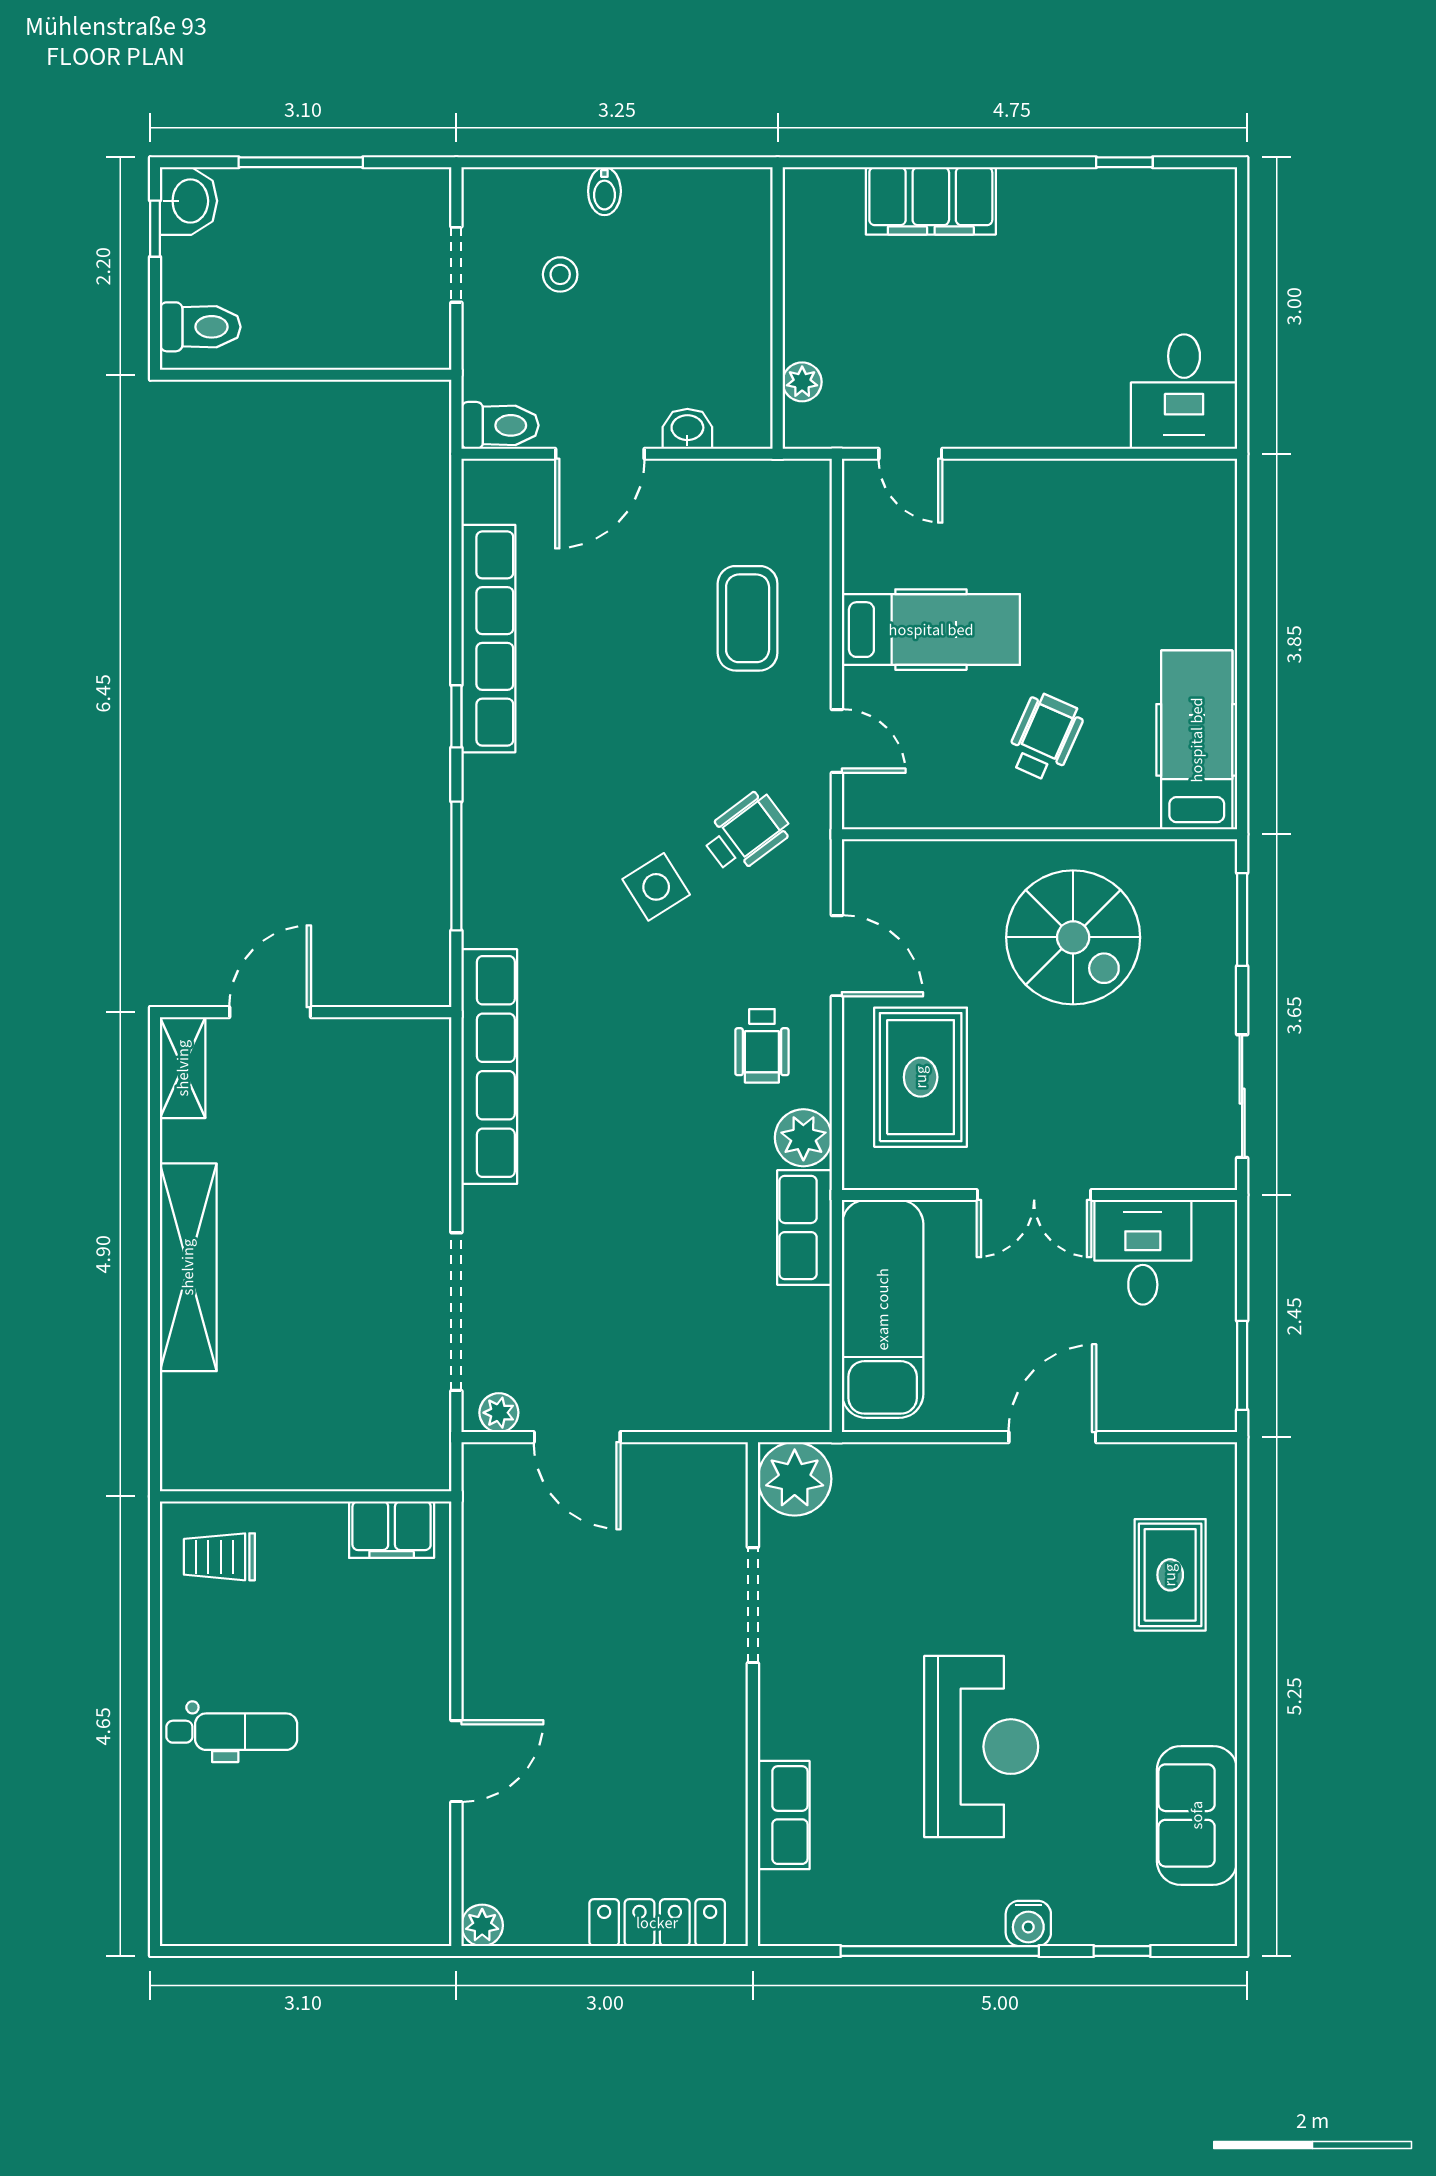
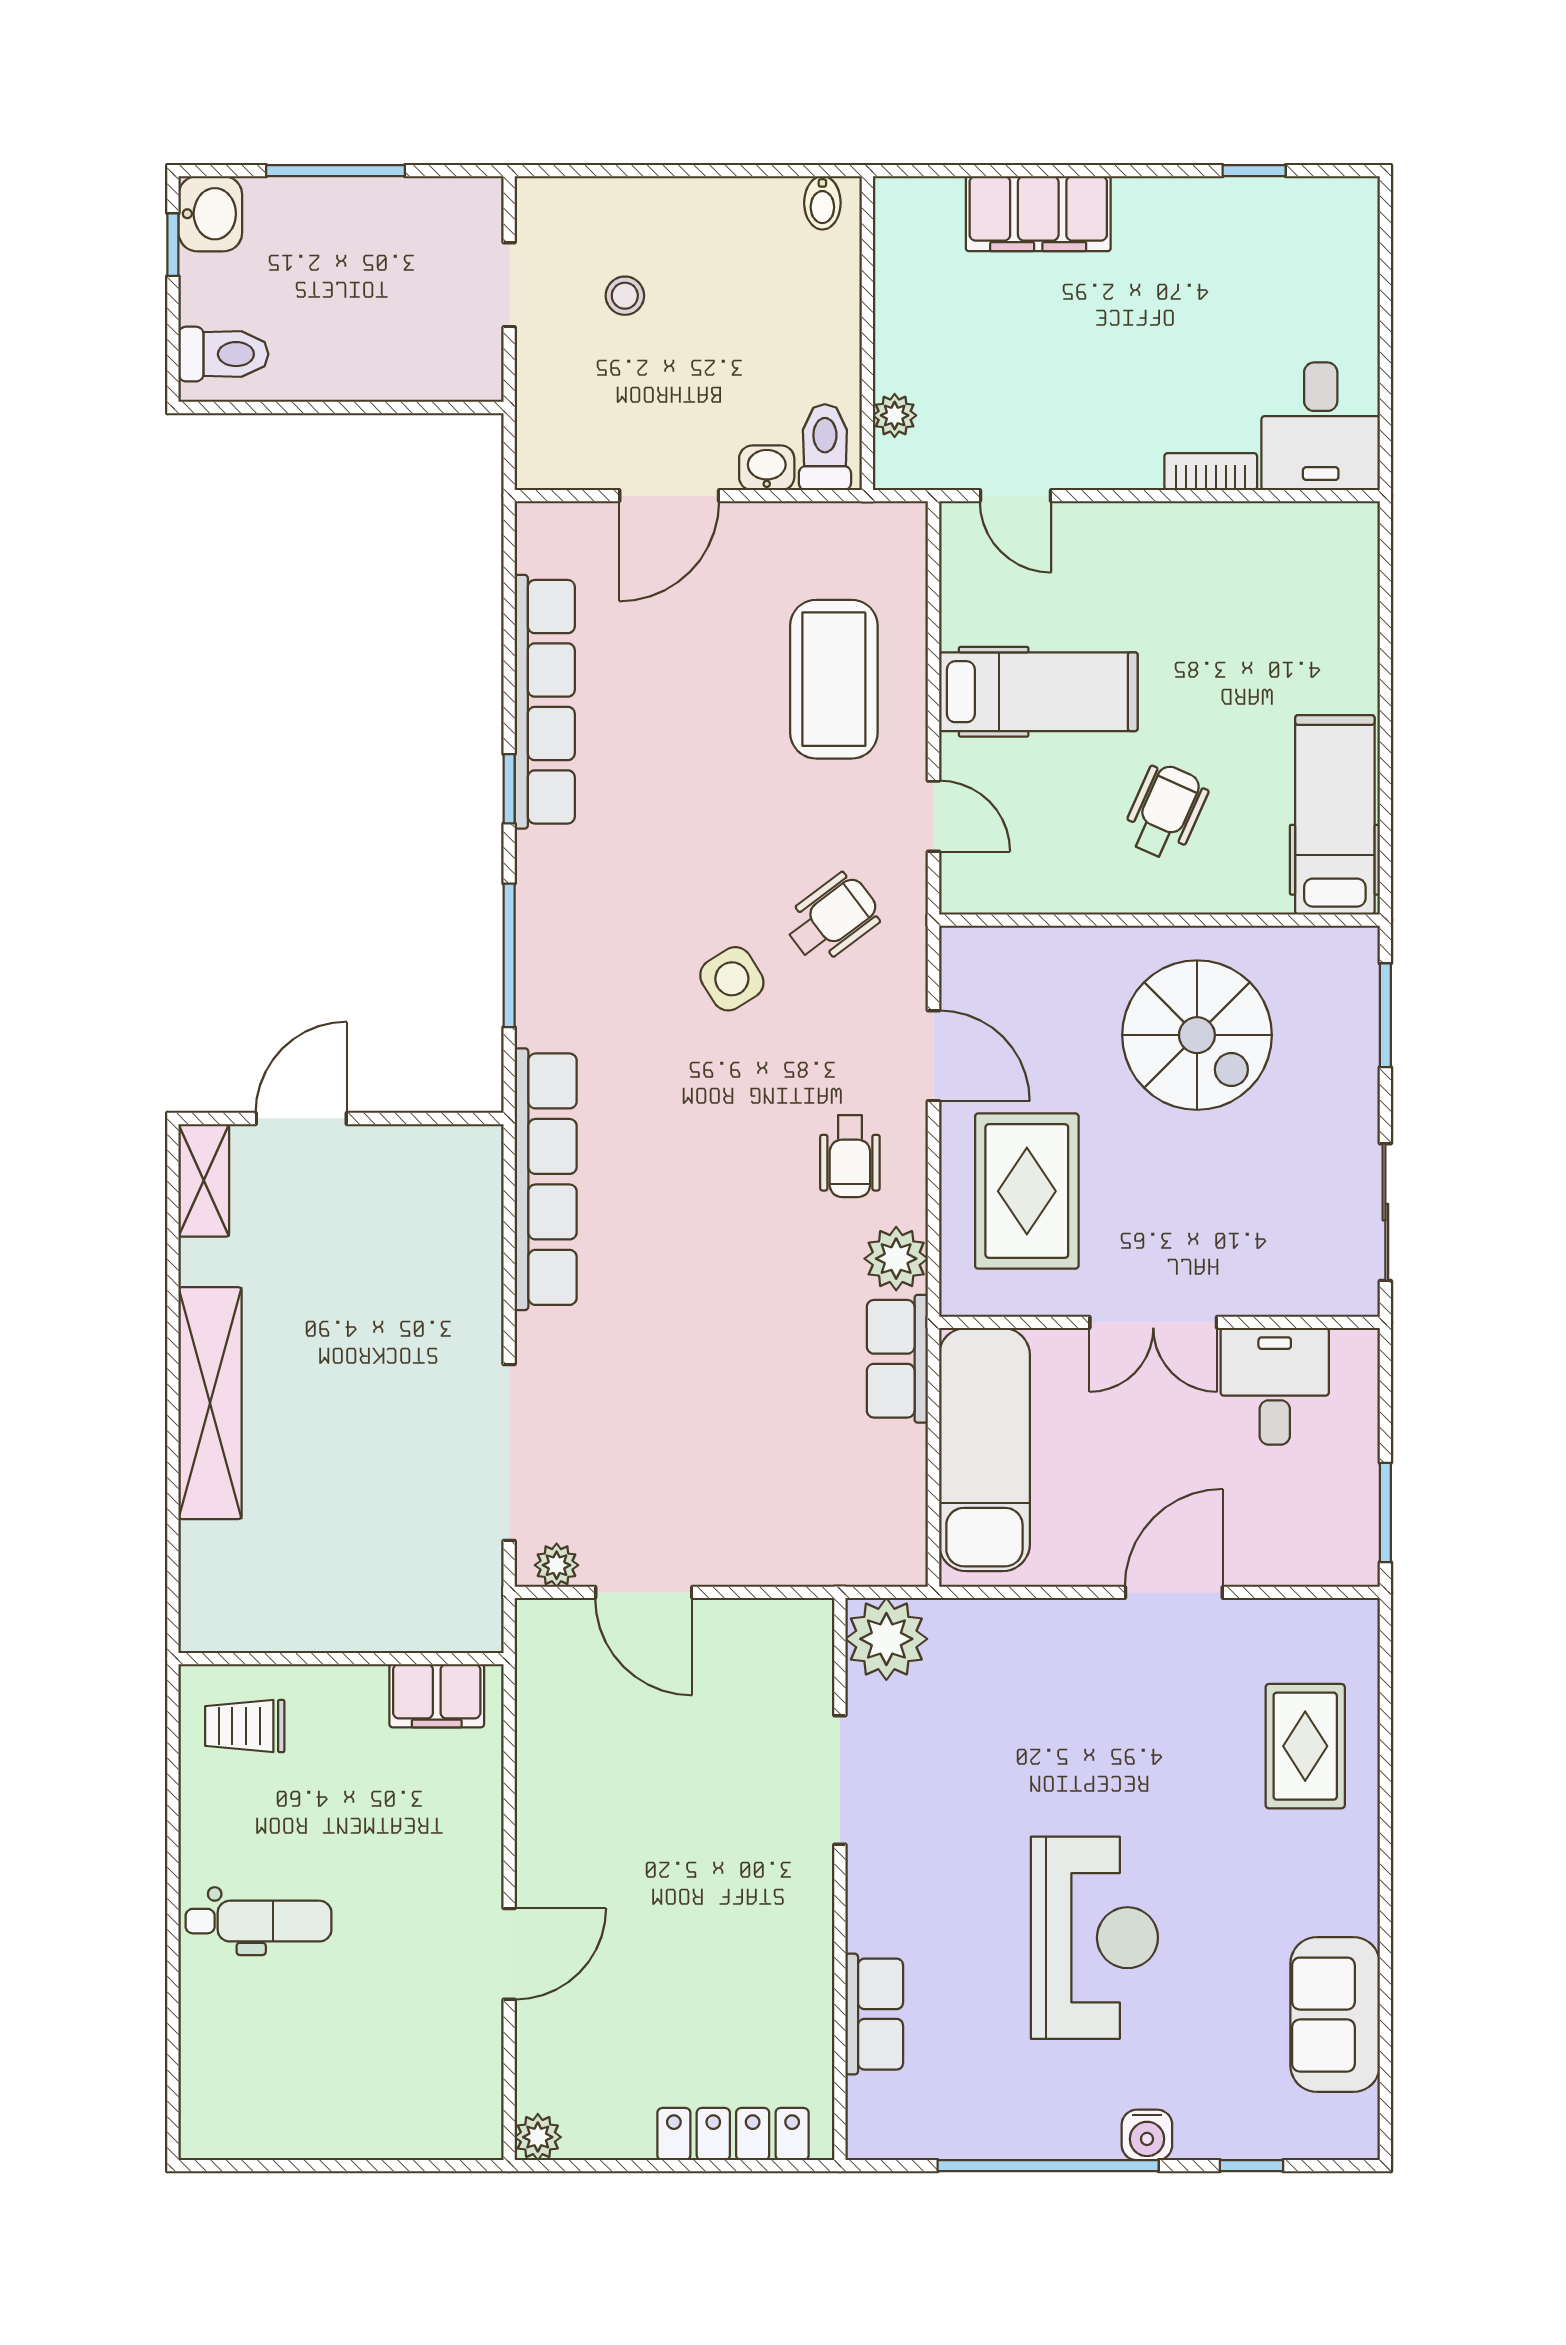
bidet: (604, 191) -> (822, 203), moved
toilet: (500, 425) -> (825, 447), moved, turned -90
bookcase: (1085, 432) -> (1211, 472), added
coffee table: (748, 618) -> (834, 679), width x1.36, depth x1.32

